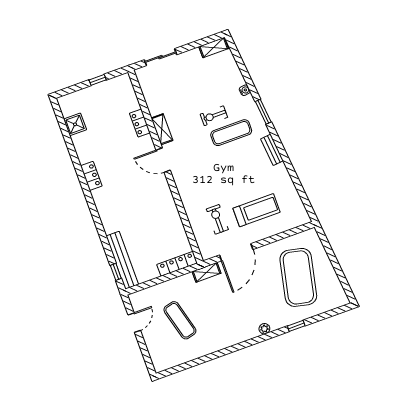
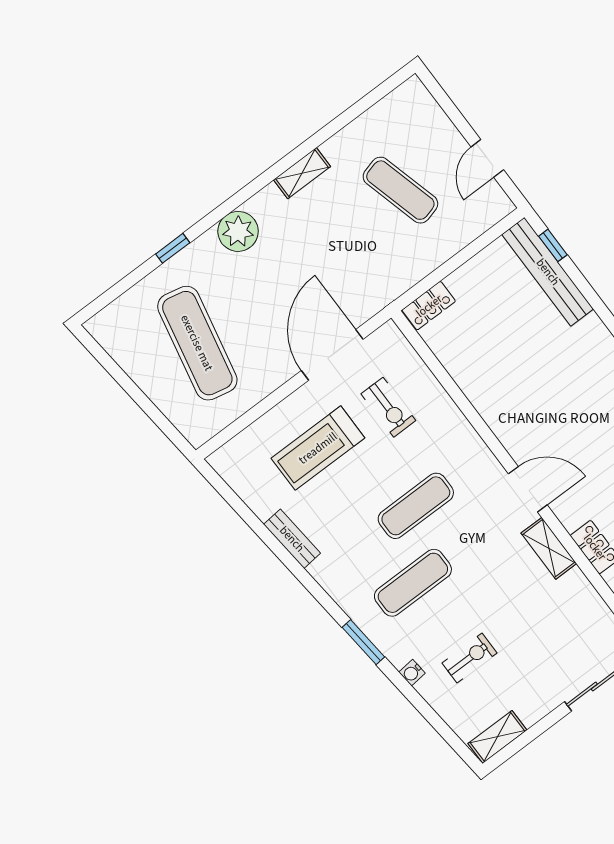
exercise bike: (214, 116) -> (470, 658), moved
bench: (272, 150) -> (292, 539), moved
exercise mat: (219, 169) -> (416, 506), added
locker: (177, 264) -> (429, 306), width x0.66
shelving: (206, 272) -> (302, 173), moved
exercise mat: (298, 277) -> (197, 343), width x0.68
plant: (264, 329) -> (238, 231), width x1.87, depth x1.87

